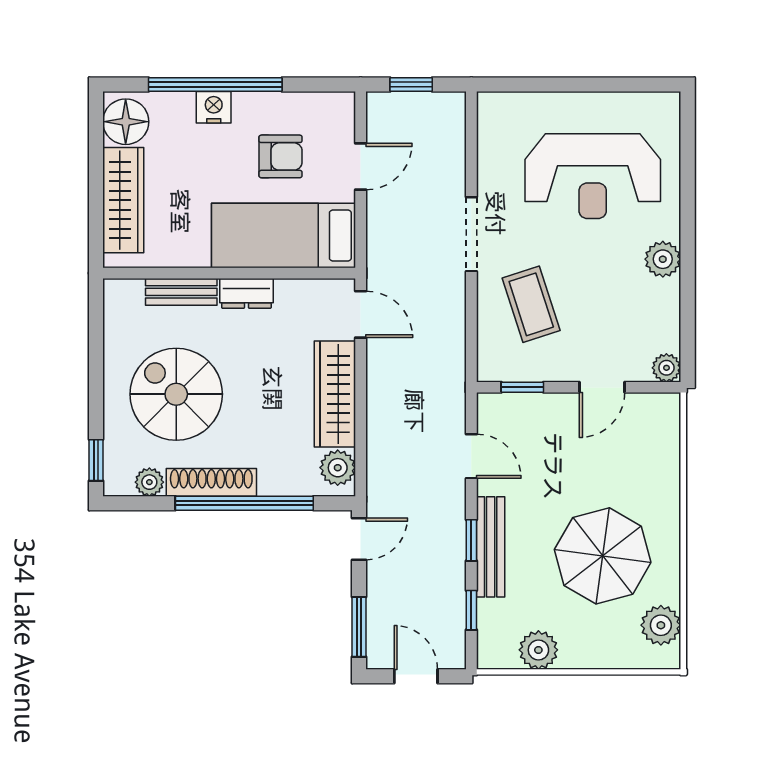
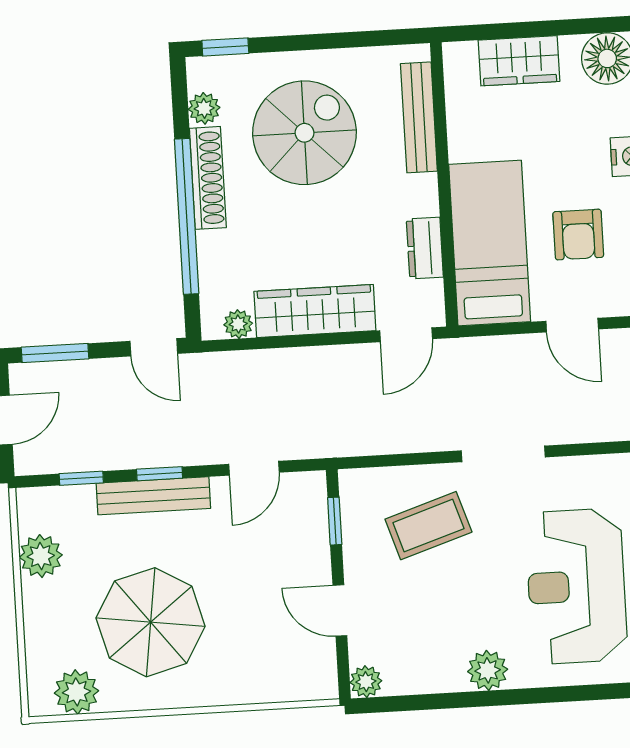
wardrobe: (123, 200) -> (519, 61), width x0.67
bench: (181, 292) -> (419, 117), width x1.36
dresser: (246, 293) -> (425, 248), moved
plant: (338, 468) -> (238, 324), width x0.73, depth x0.73

